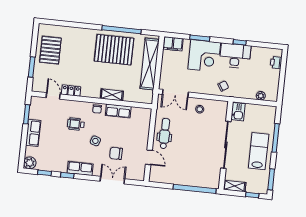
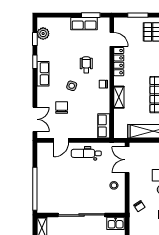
locker: (71, 91) -> (119, 62), width x1.53
door: (53, 96) -> (112, 39), hinge flipped
row of seats: (118, 111) -> (104, 126), moved
row of seats: (33, 133) -> (84, 24), moved
dental chair: (165, 134) -> (86, 153), turned 180
plant: (30, 163) -> (43, 34), moved
double door: (112, 180) -> (35, 119), moved

